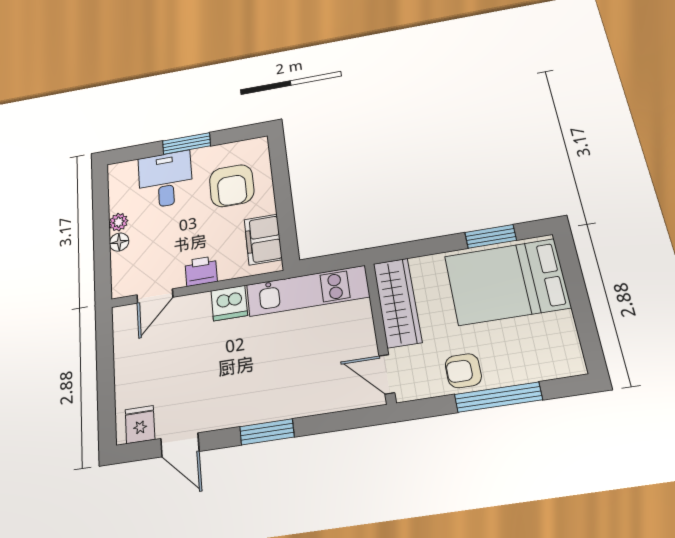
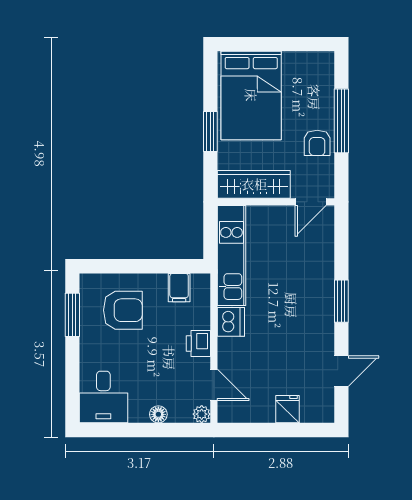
window: (186, 143) -> (72, 315), moved
desk: (165, 180) -> (103, 397), moved, turned -90
plant: (118, 222) -> (202, 414), moved
window: (491, 236) -> (210, 132), moved
filing cabinet: (263, 240) -> (179, 288), width x0.50
fridge: (140, 425) -> (287, 409), moved, turned 90

